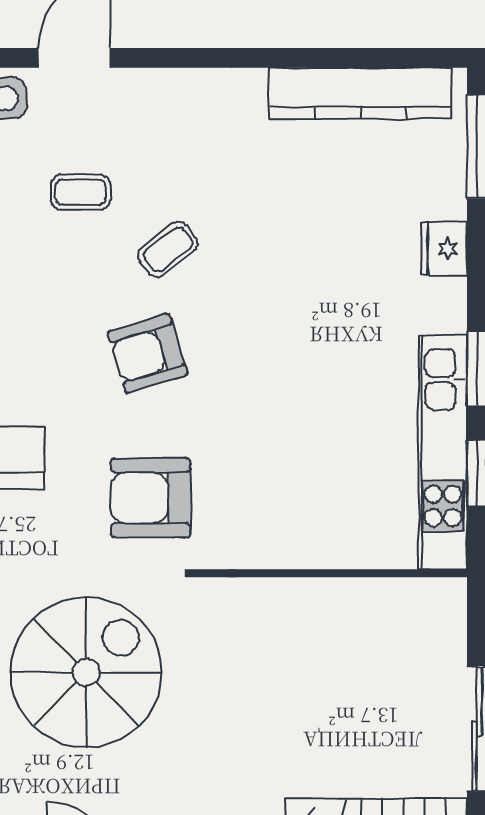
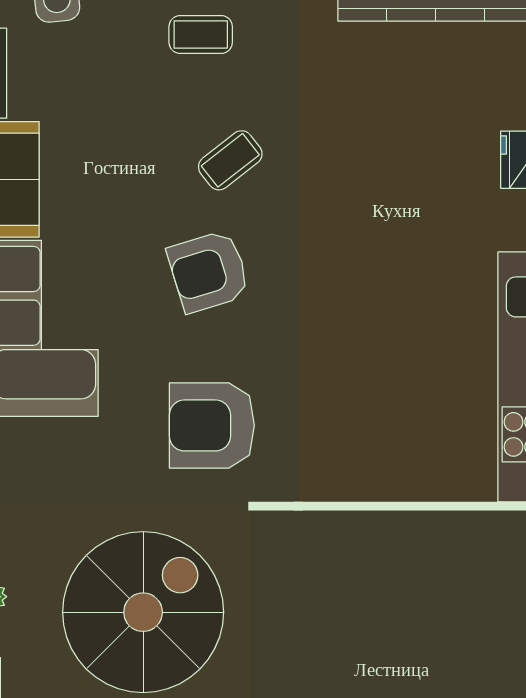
coffee table: (81, 192) -> (201, 35), moved

